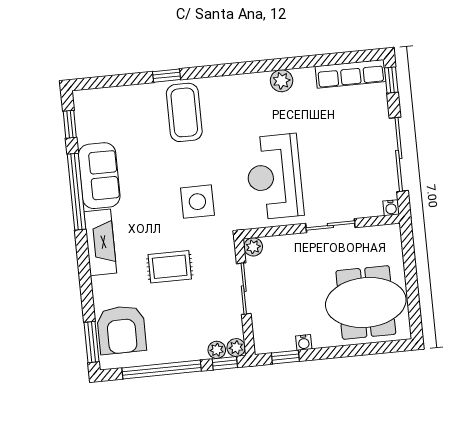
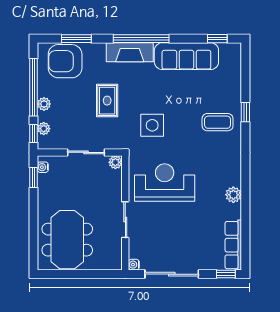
coffee table: (184, 112) -> (218, 122), width x0.73, depth x0.76
sofa: (99, 176) -> (186, 56), width x1.36
window: (76, 192) -> (141, 39), moved
window: (91, 342) -> (76, 39), moved
water cooler: (304, 342) -> (43, 167), moved
plant: (236, 348) -> (44, 104), moved

